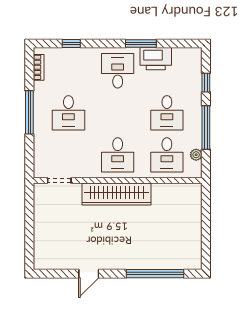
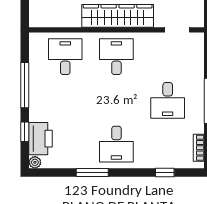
printer: (156, 59) -> (40, 139), moved, turned 90
desk: (68, 113) -> (168, 100), turned 180
desk: (167, 113) -> (65, 100), removed
plant: (196, 155) -> (35, 162), moved

